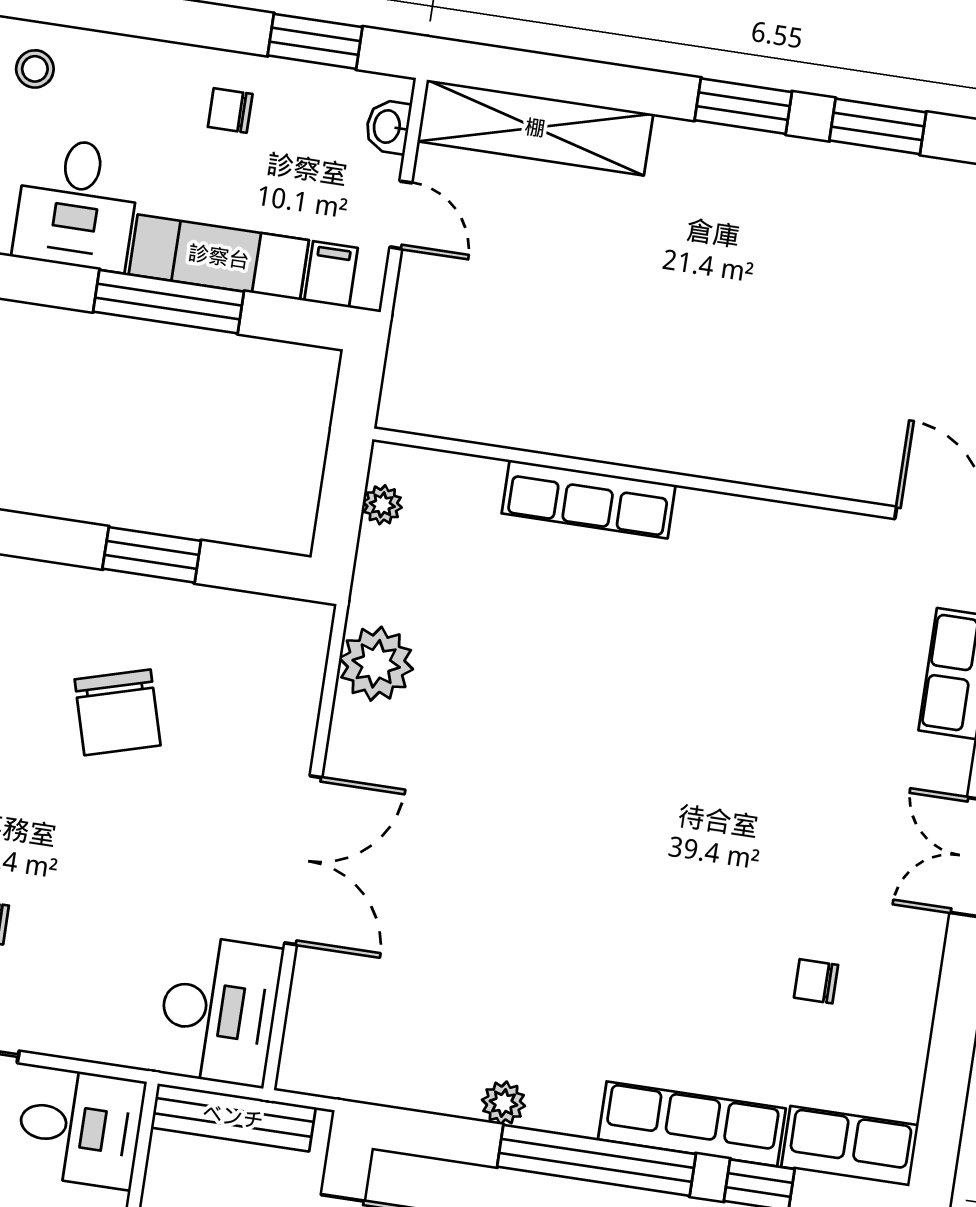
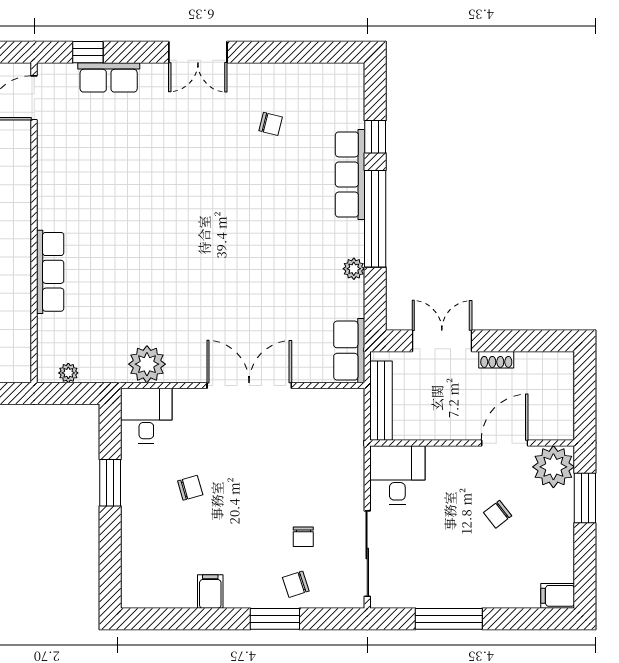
chair: (118, 712) -> (190, 488), width x0.54, depth x0.54
chair: (816, 981) -> (271, 124), turned -76
desk: (219, 1010) -> (146, 416), moved, width x0.73
row of seats: (850, 1146) -> (349, 351), moved

